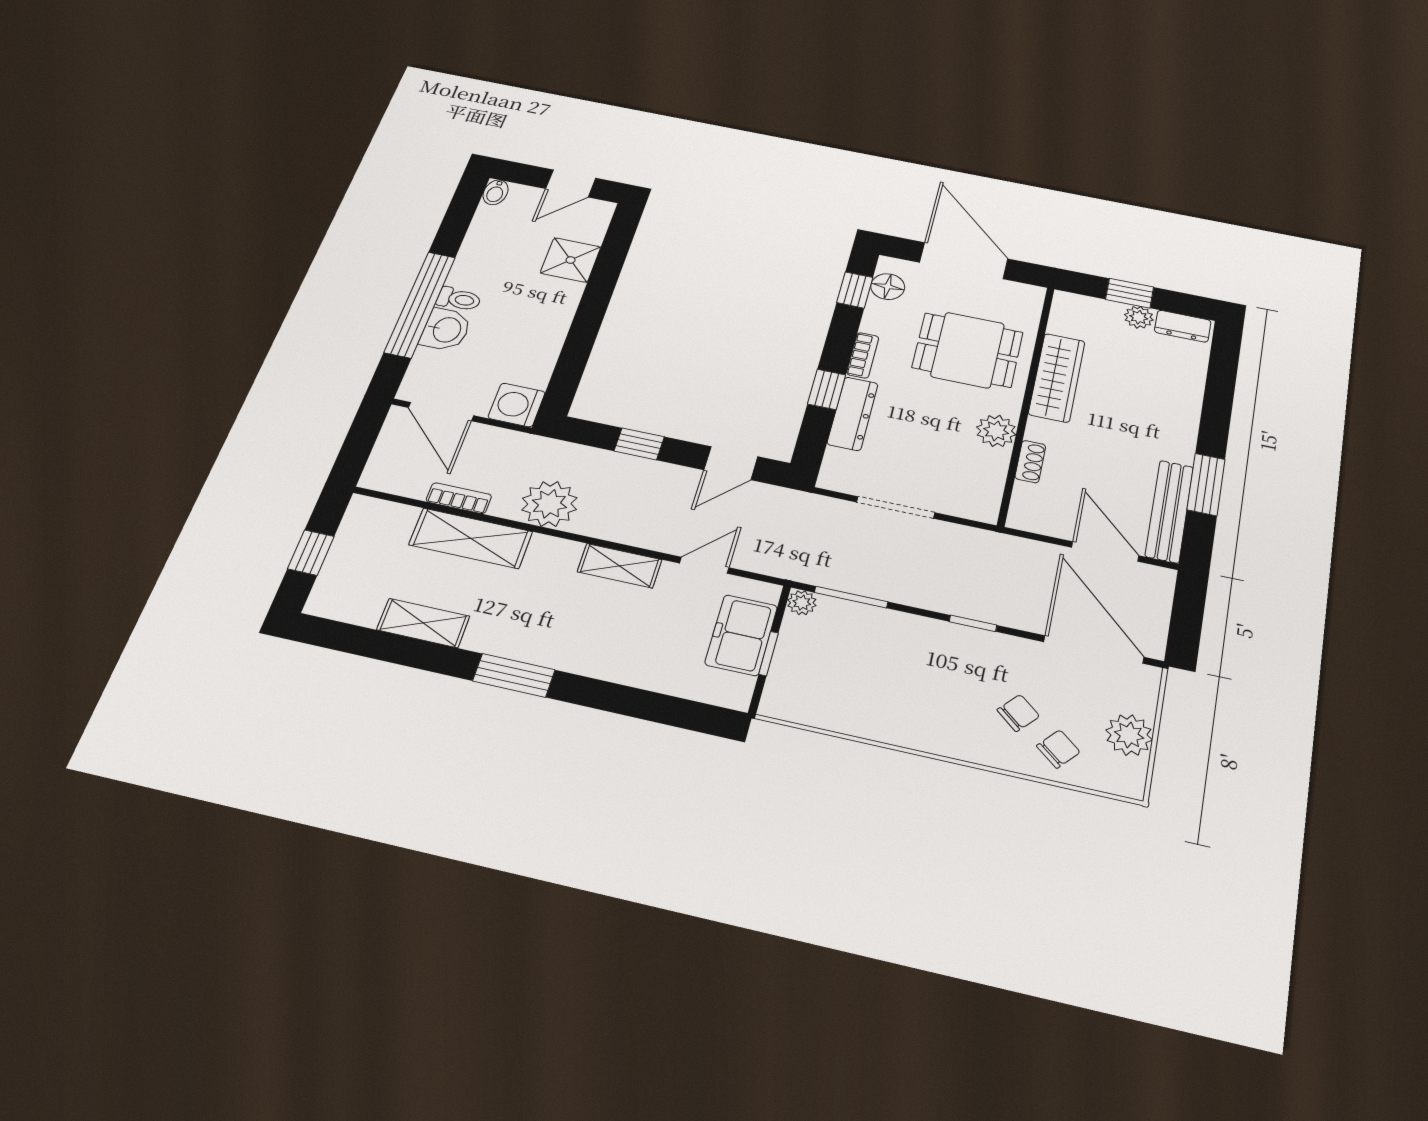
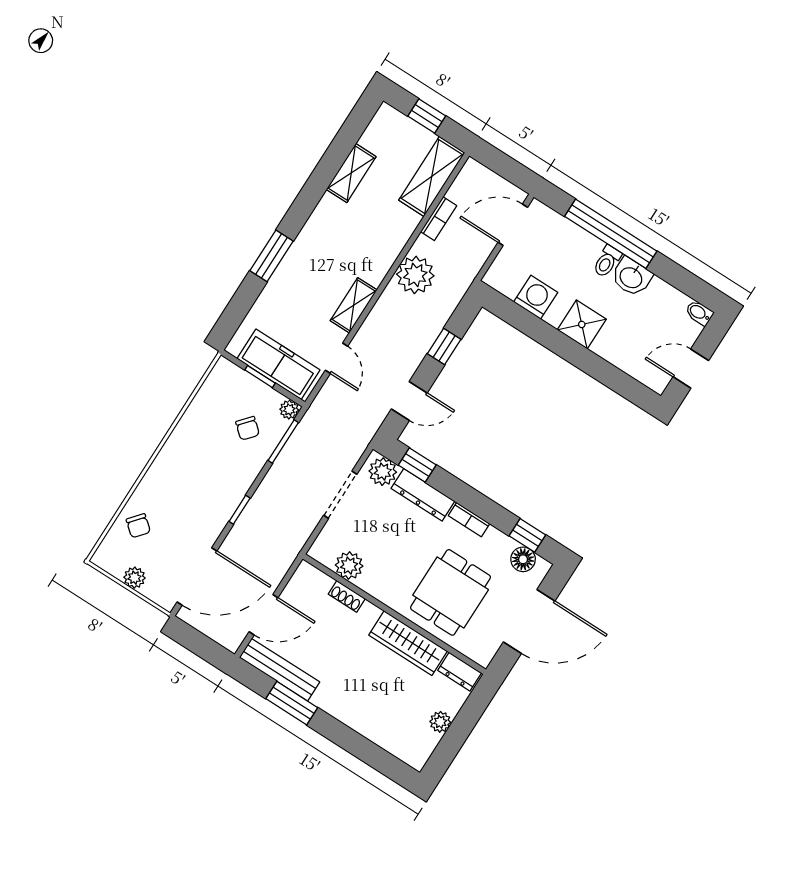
door: (571, 183) -> (691, 369), hinge flipped
shower: (571, 260) -> (582, 324), moved
window: (1130, 293) -> (463, 725), removed
dresser: (1183, 326) -> (460, 672), moved, turned -90
washbasin: (446, 330) -> (631, 277), moved
window: (827, 389) -> (417, 465), moved
washing machine: (517, 405) -> (536, 297), moved
plant: (996, 431) -> (349, 566), moved
door: (731, 463) -> (409, 401), swing flipped
plant: (841, 467) -> (383, 472), added
shelving: (471, 538) -> (432, 176), moved
freezer: (741, 635) -> (279, 364), width x1.40
window: (514, 675) -> (272, 256), moved
chair: (1018, 713) -> (248, 428), moved
plant: (1129, 735) -> (134, 578), width x0.73, depth x0.73

